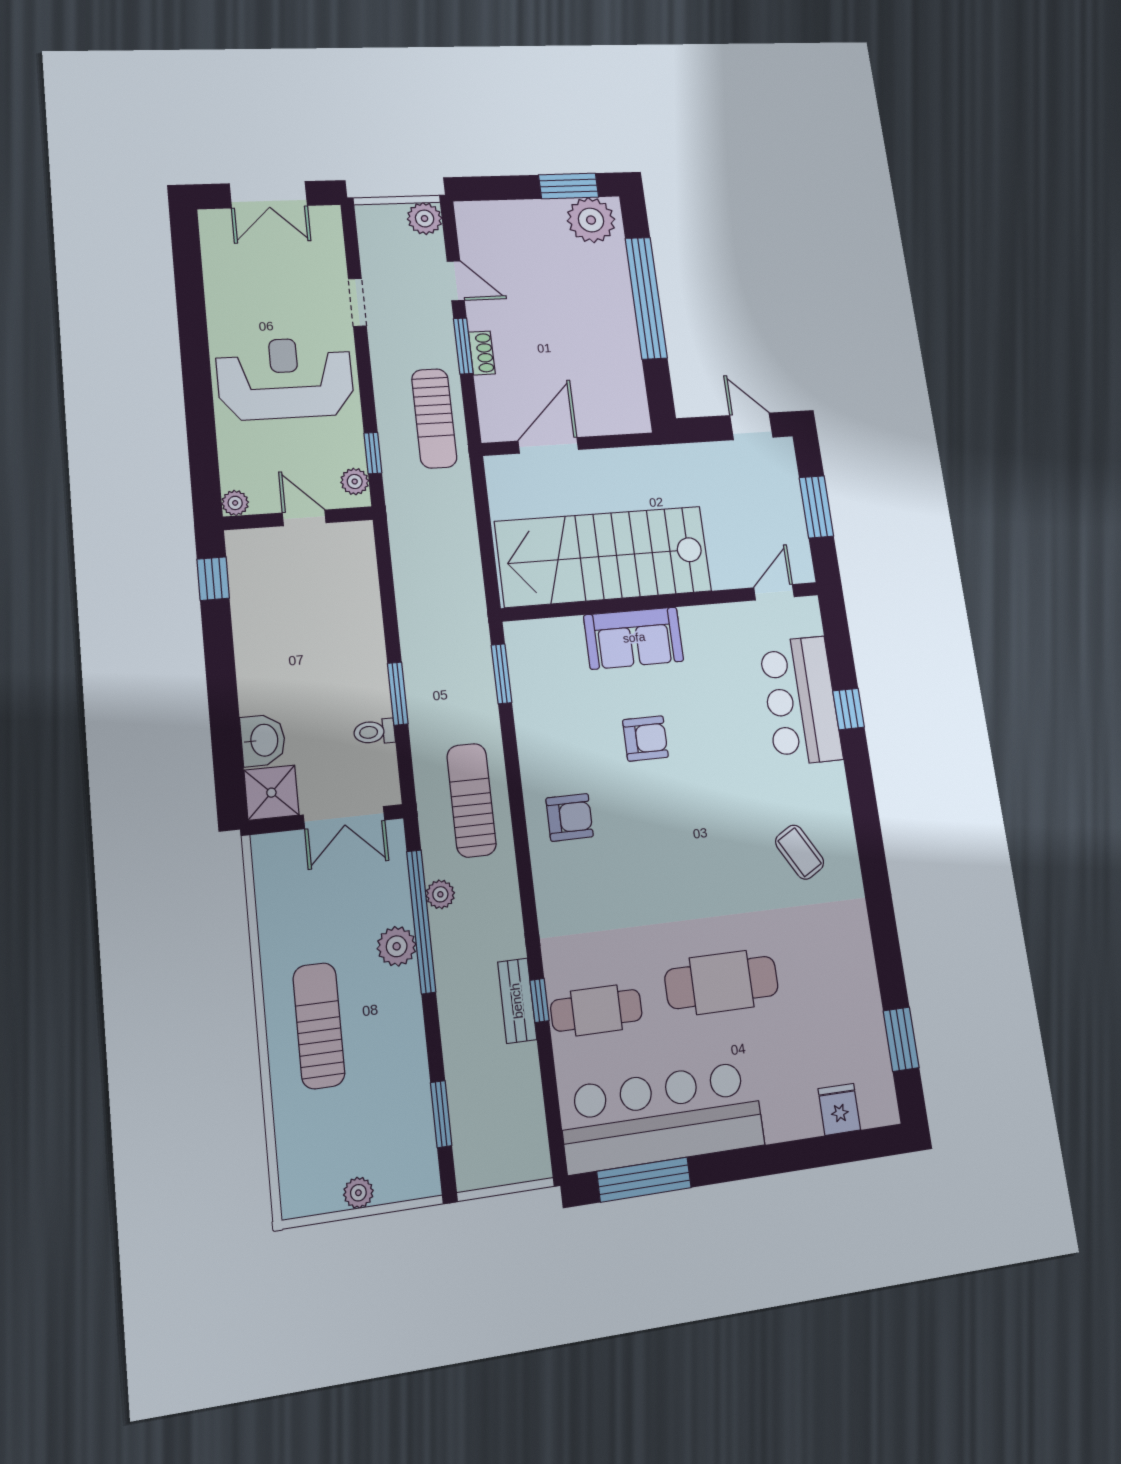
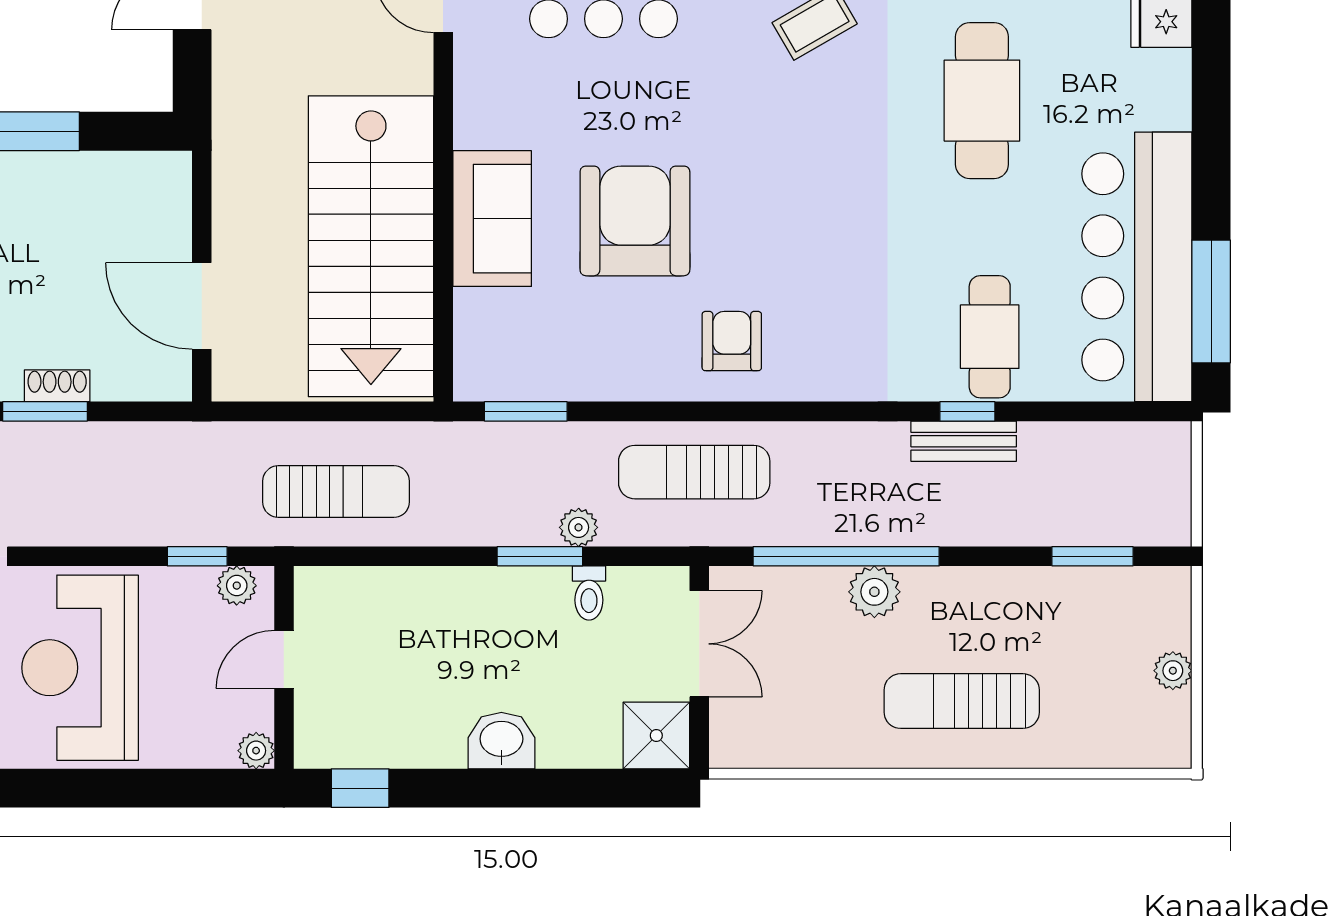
sun lounger: (434, 418) -> (336, 492), moved
armchair: (645, 738) -> (635, 221), width x1.88, depth x1.88
washbasin: (263, 740) -> (501, 741), moved
plant: (440, 894) -> (579, 527), moved
cafe table: (722, 982) -> (982, 101), moved

